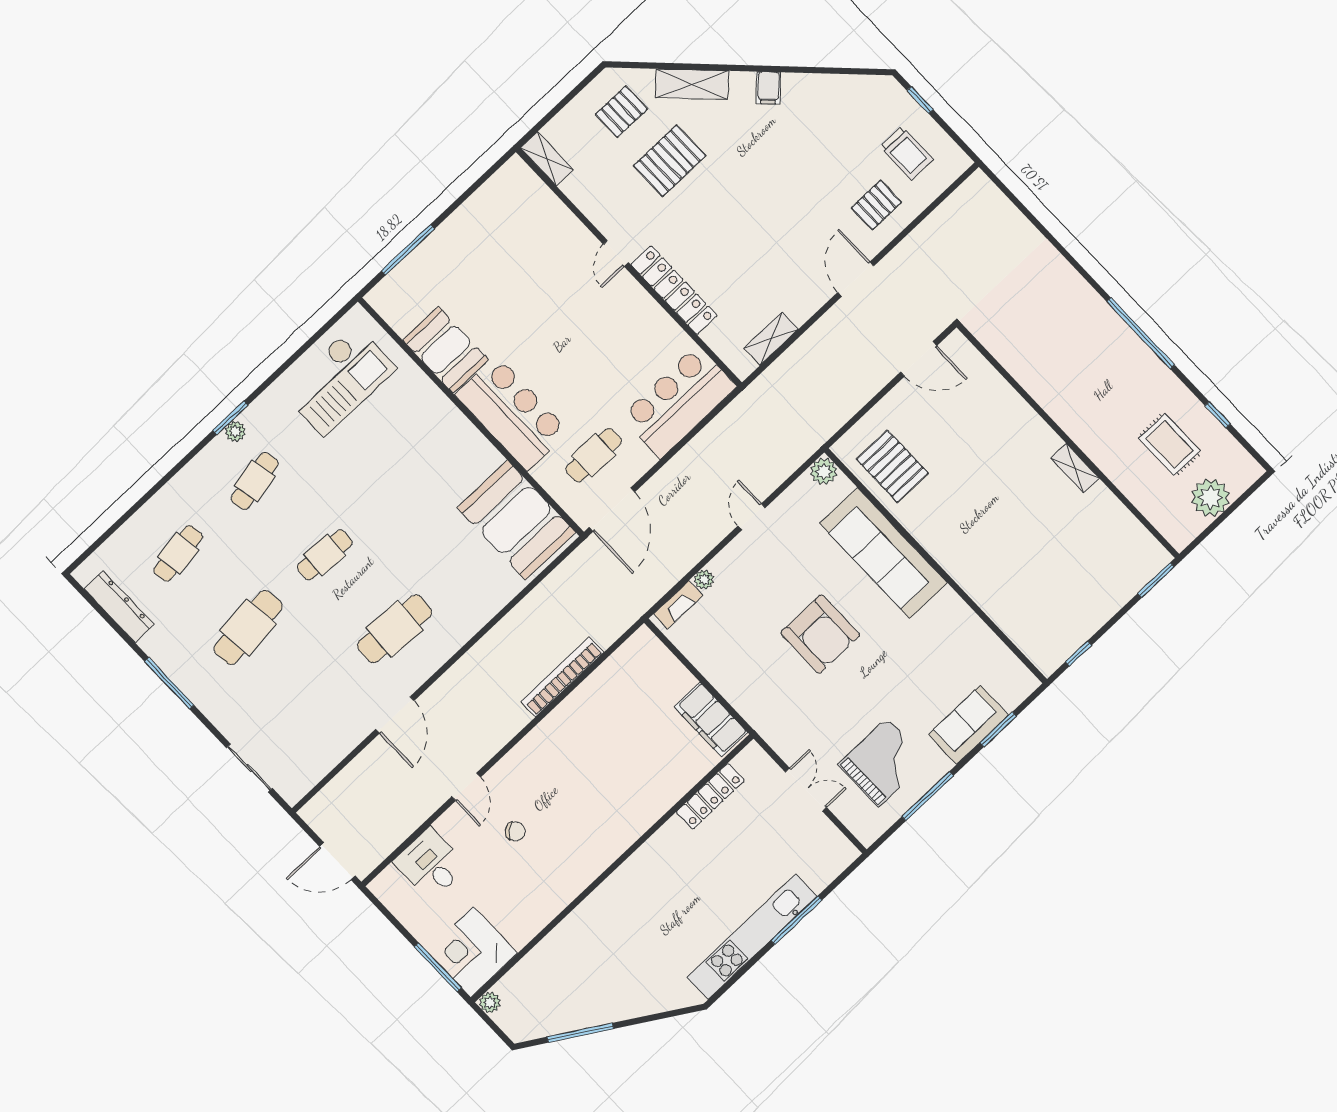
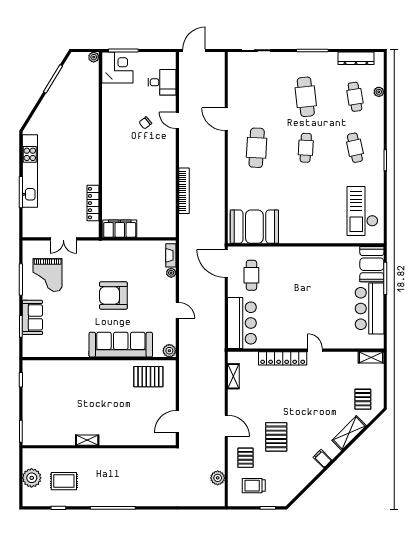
pallet: (670, 161) -> (276, 437), moved
plant: (946, 218) -> (218, 478), added
booth: (446, 350) -> (372, 264), moved, turned 90
bar counter: (512, 413) -> (370, 309), moved, turned 90
plant: (235, 431) -> (379, 92), moved

